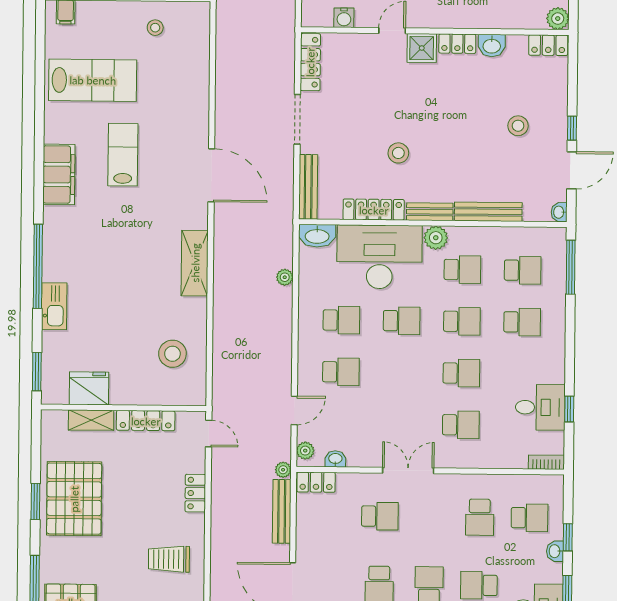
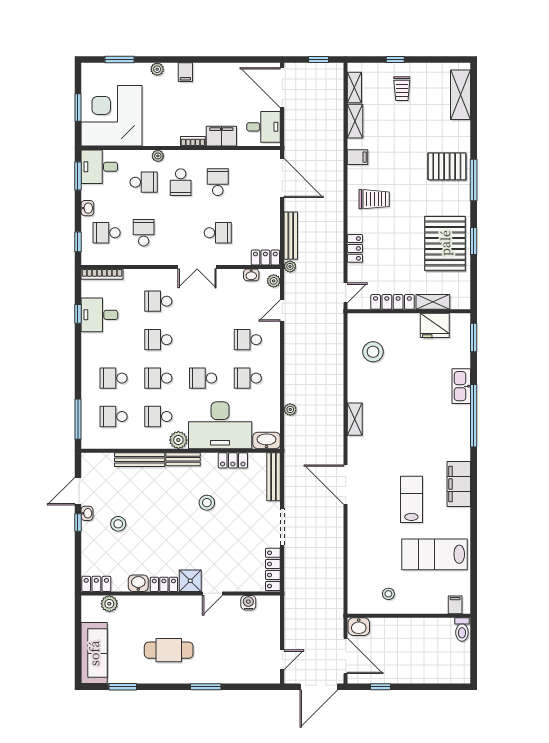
plant: (558, 19) -> (109, 604), moved
lab bench: (123, 155) -> (411, 499), turned 180
locker: (374, 210) -> (233, 460), width x0.66
washbasin: (559, 212) -> (87, 513), moved
shelving: (195, 263) -> (355, 419), width x0.67, depth x0.75
door: (209, 433) -> (346, 293), swing flipped
bookcase: (546, 462) -> (102, 274), width x1.56
school desk: (380, 516) -> (218, 233), turned 180
window: (568, 537) -> (78, 242), moved

